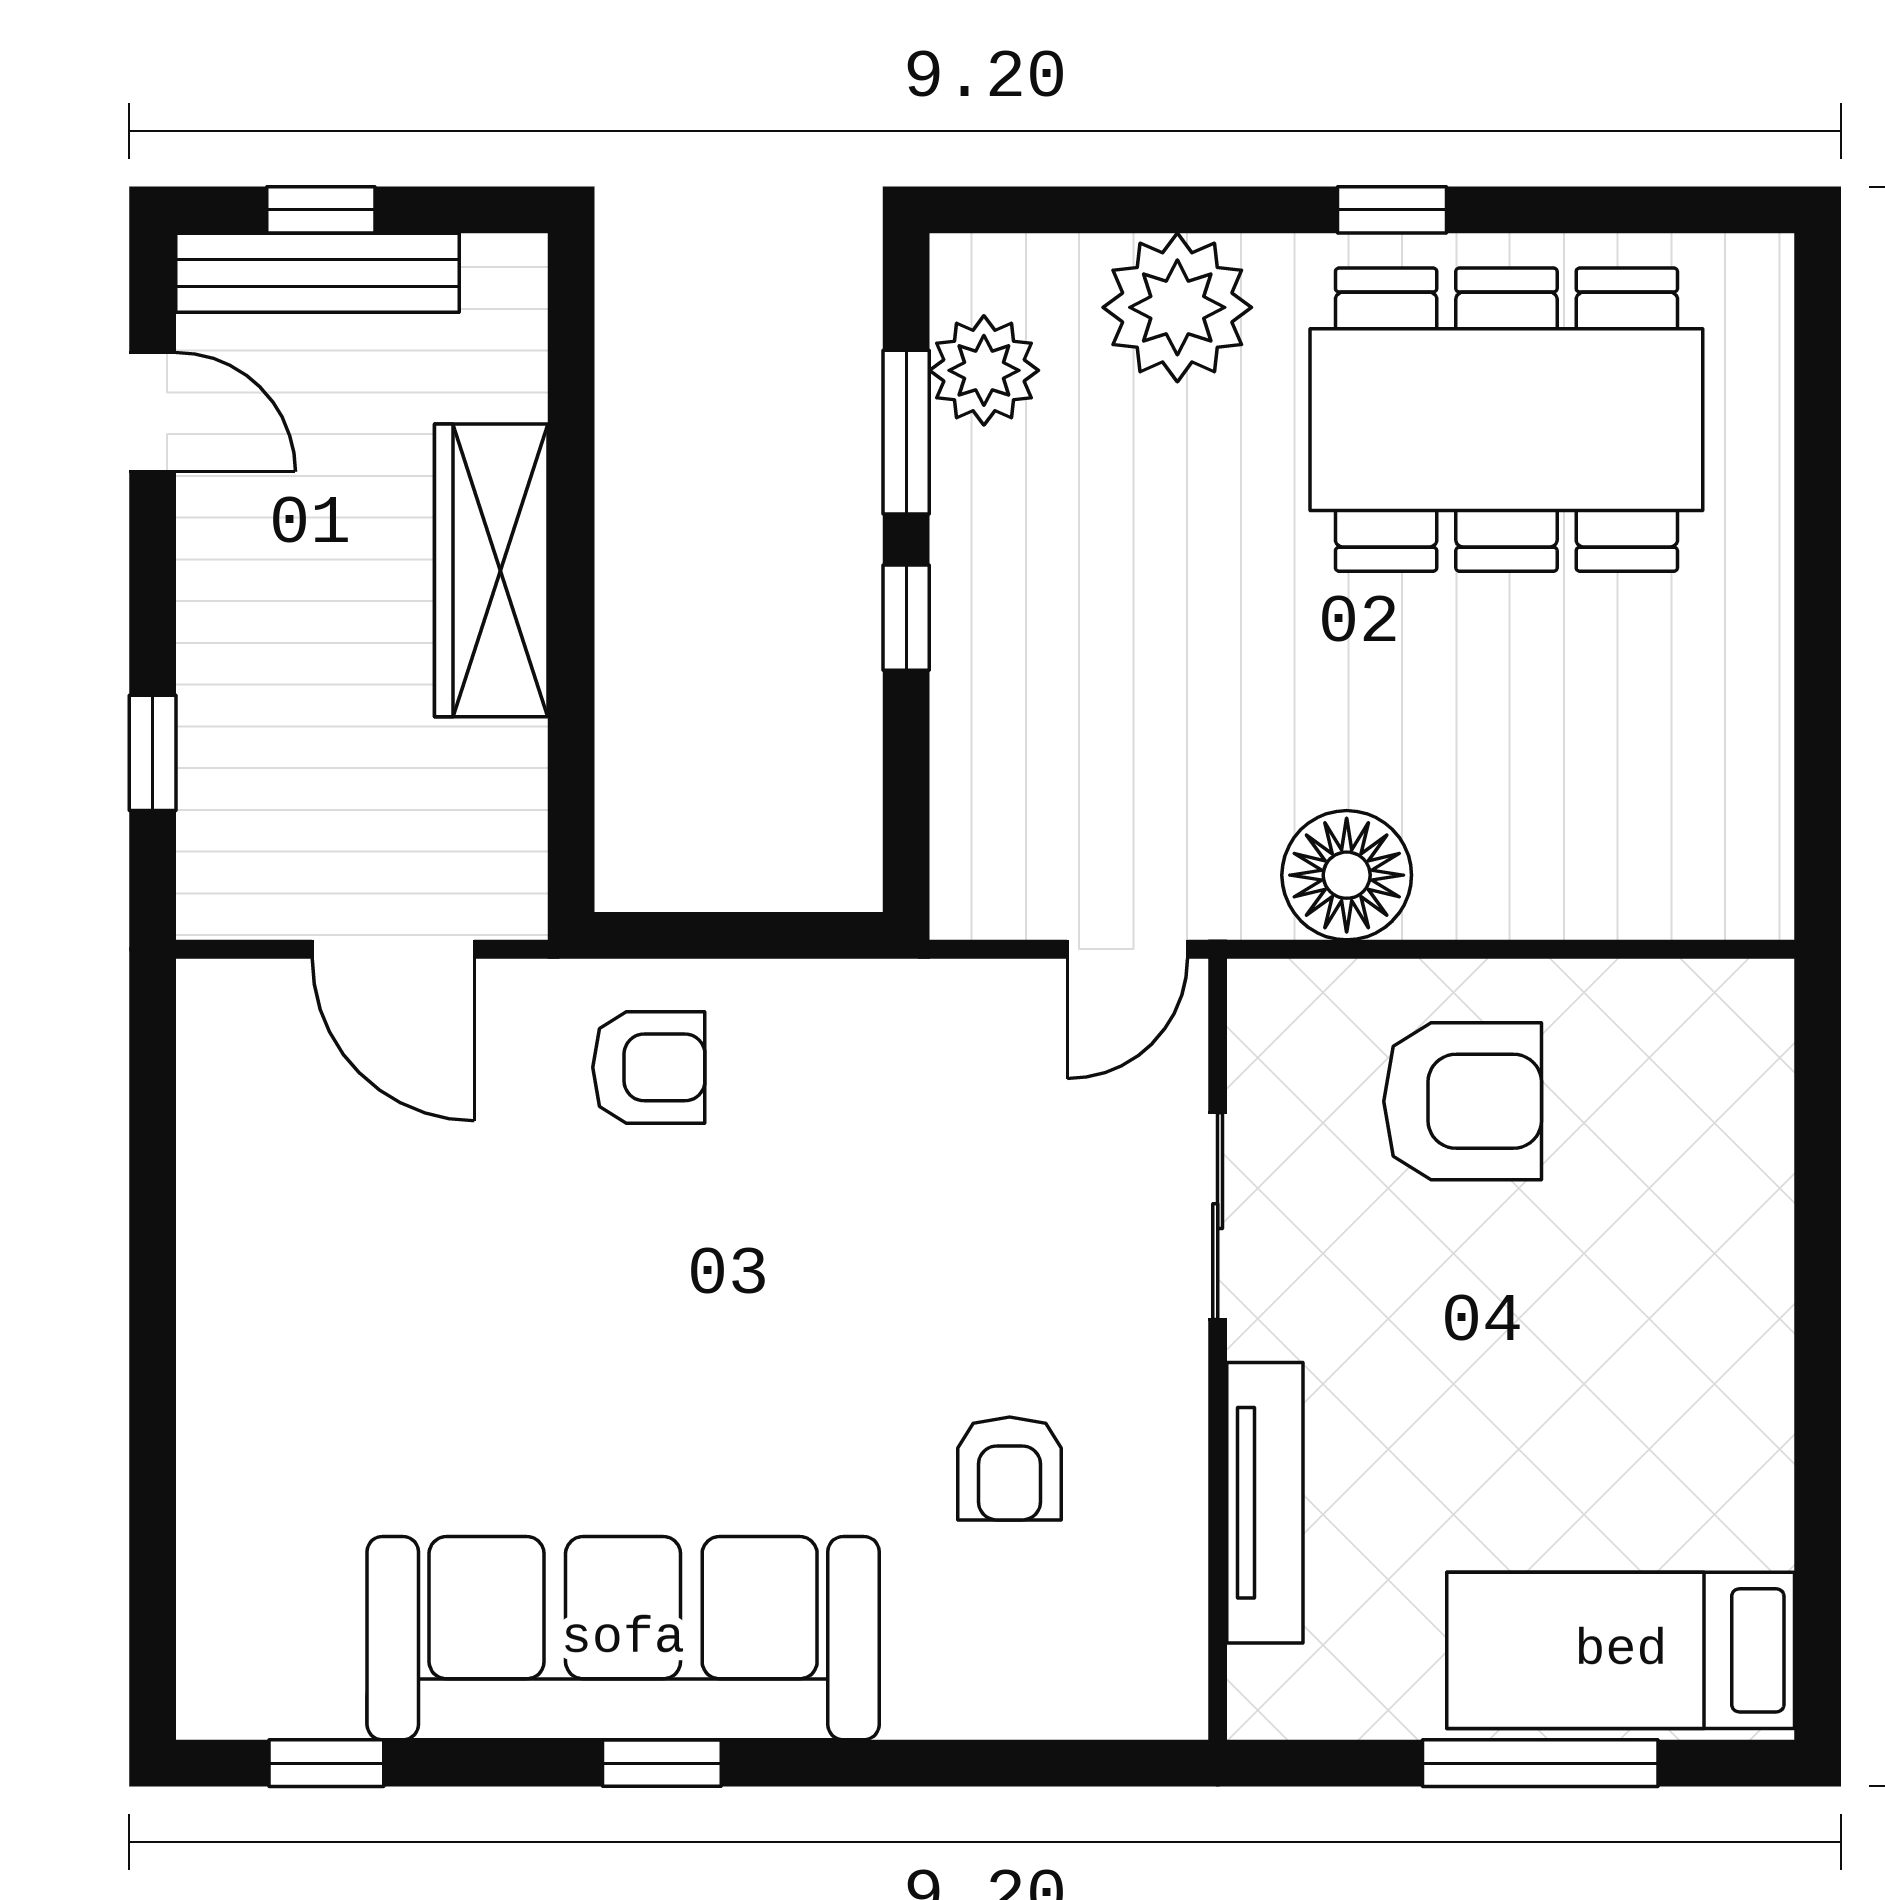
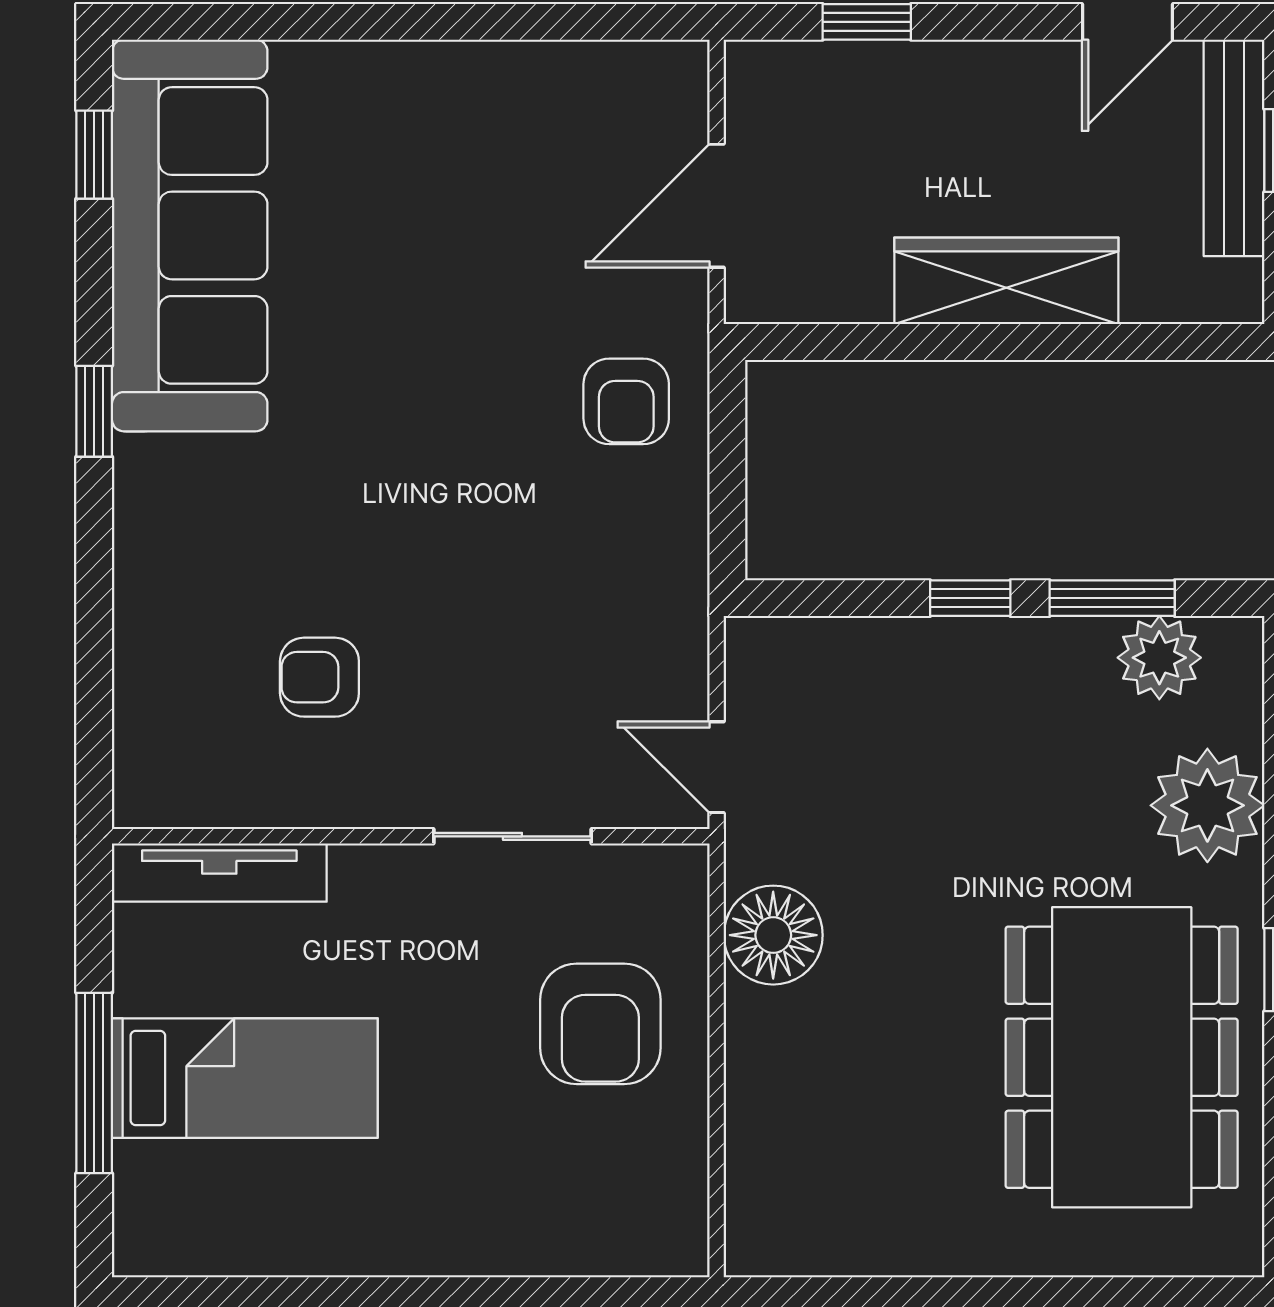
tv unit: (1265, 1503) -> (219, 873), moved
sofa: (623, 1638) -> (190, 235), moved
bed: (1621, 1650) -> (245, 1078), moved, turned 90

